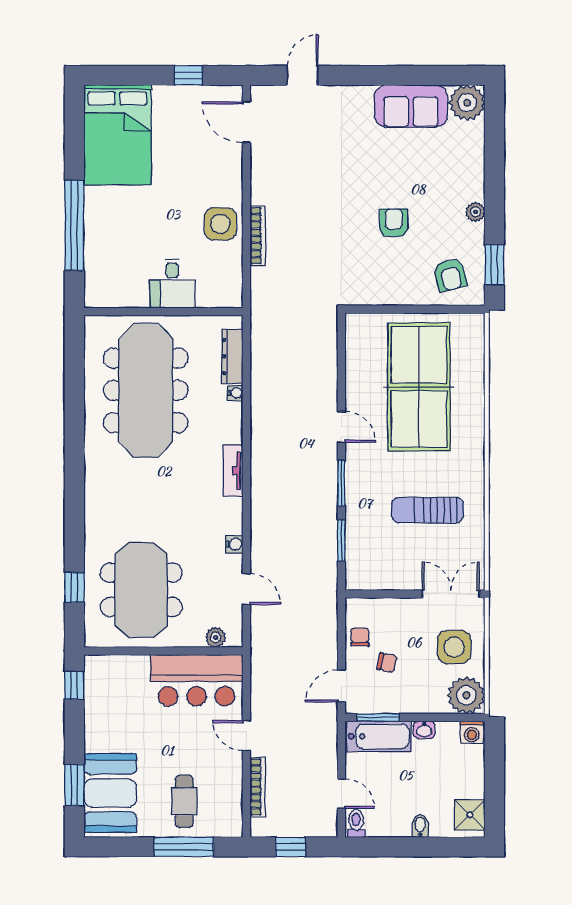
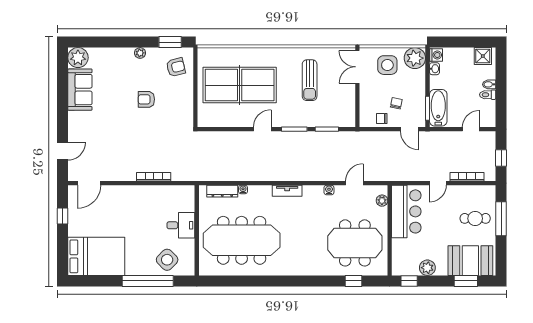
door: (303, 75) -> (62, 151), swing flipped
side table: (220, 224) -> (167, 260), moved, turned 45
plant: (98, 717) -> (427, 268), added
washbasin: (424, 730) -> (434, 69), moved
toilet: (356, 823) -> (488, 95), moved

